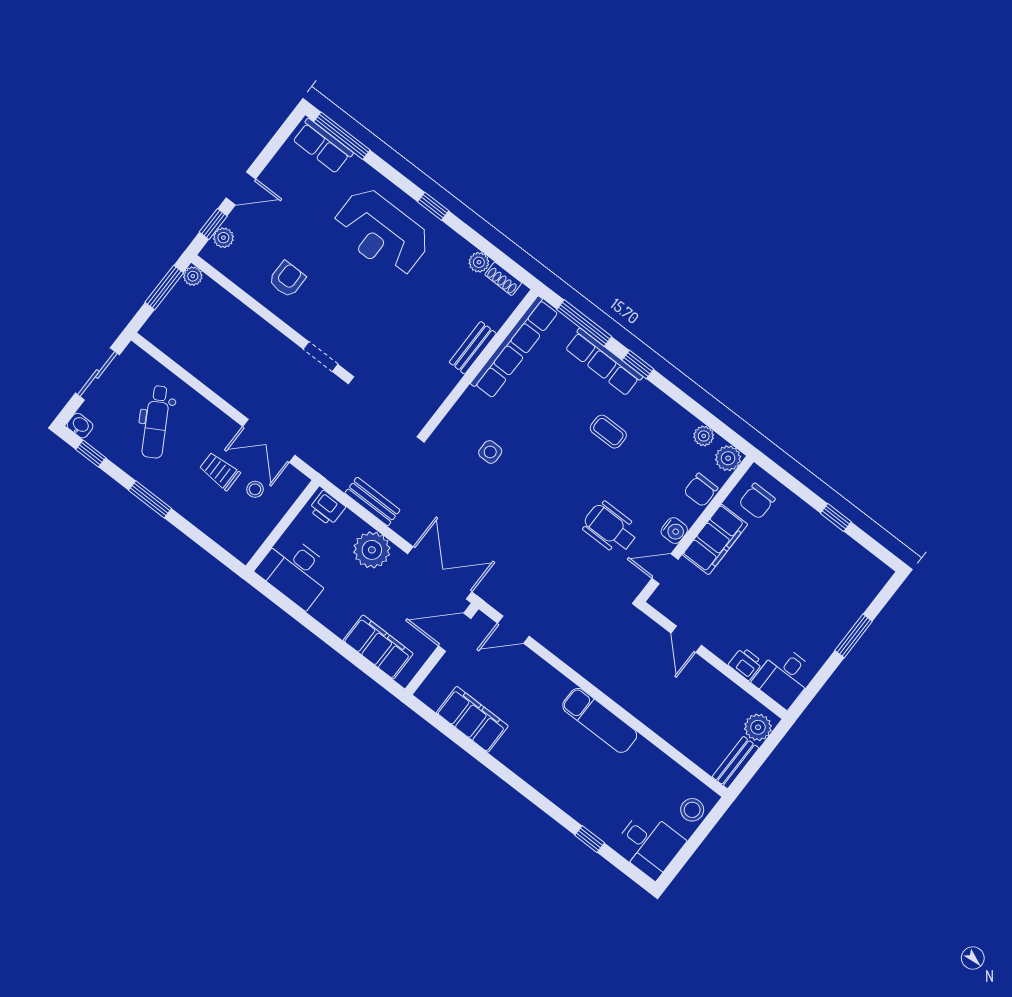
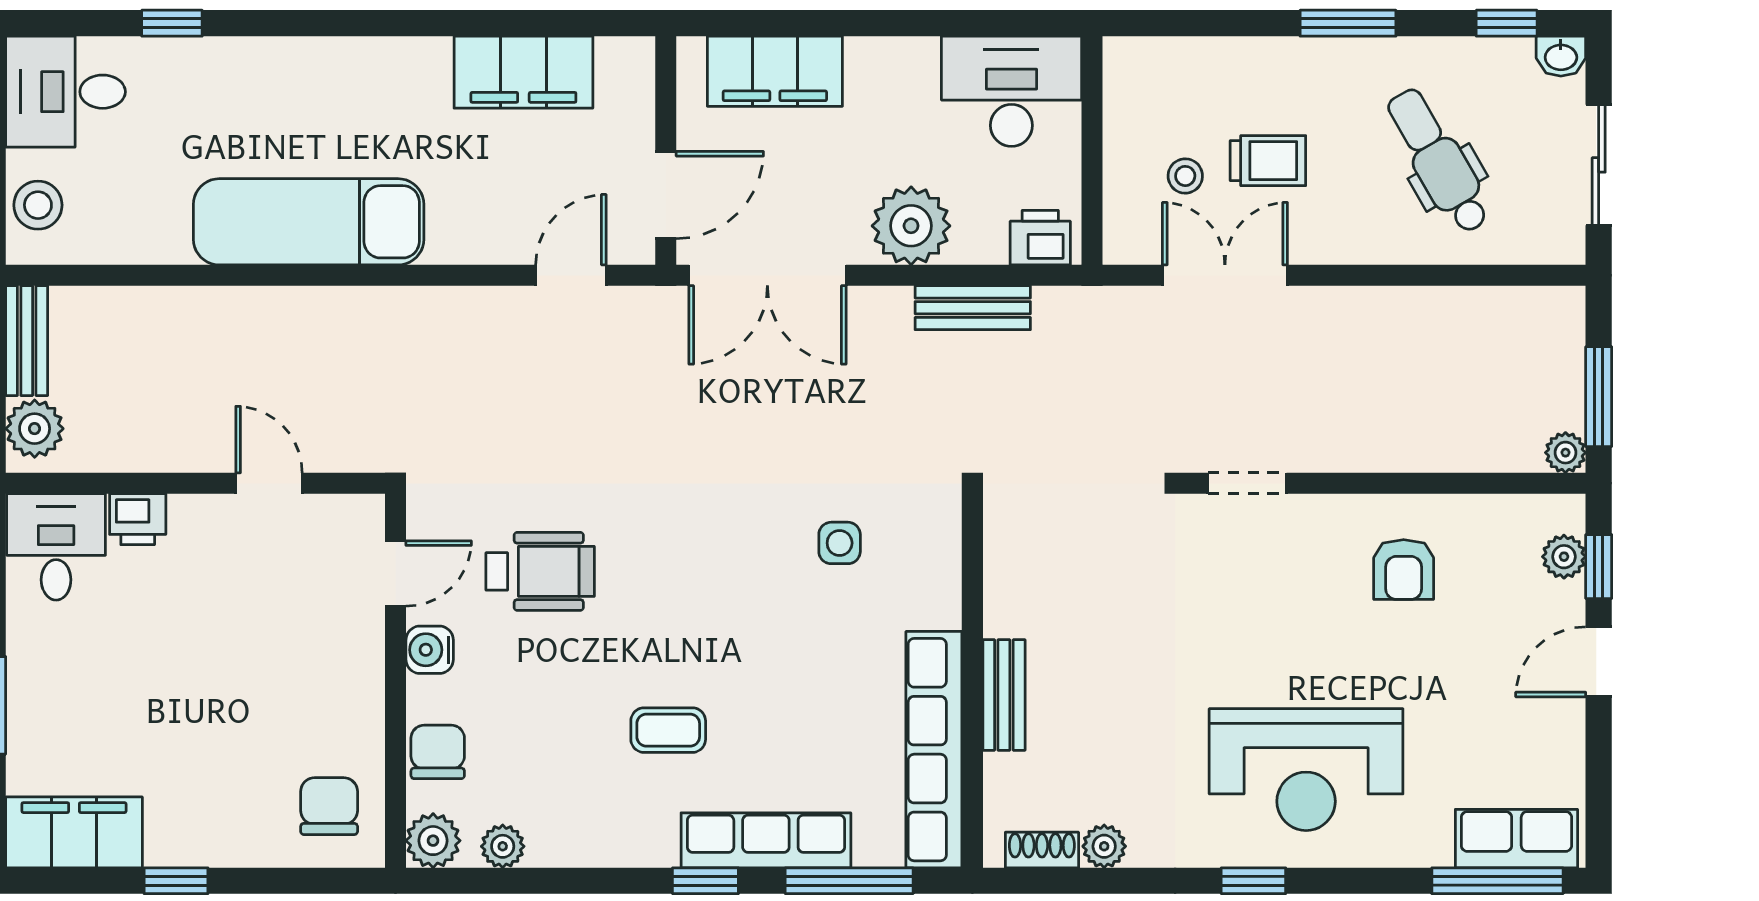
reception desk: (381, 233) -> (1306, 770), turned 180
filing cabinet: (715, 539) -> (74, 832), moved, turned 90
exam couch: (600, 720) -> (309, 222), width x1.36, depth x1.45

